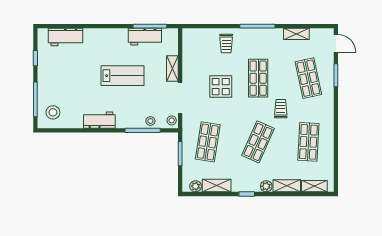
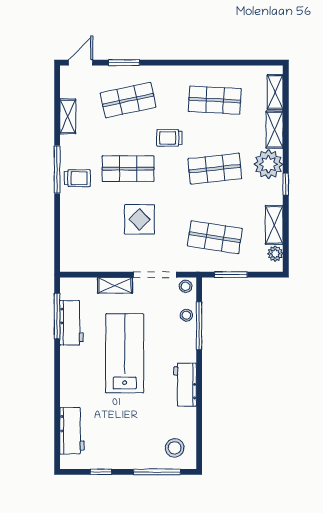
trolley: (226, 44) -> (77, 178), moved
lab bench: (122, 76) -> (125, 353), width x1.36, depth x1.39
shop shelf: (258, 142) -> (215, 169), turned -30
plant: (266, 186) -> (268, 164), width x1.87, depth x1.87

